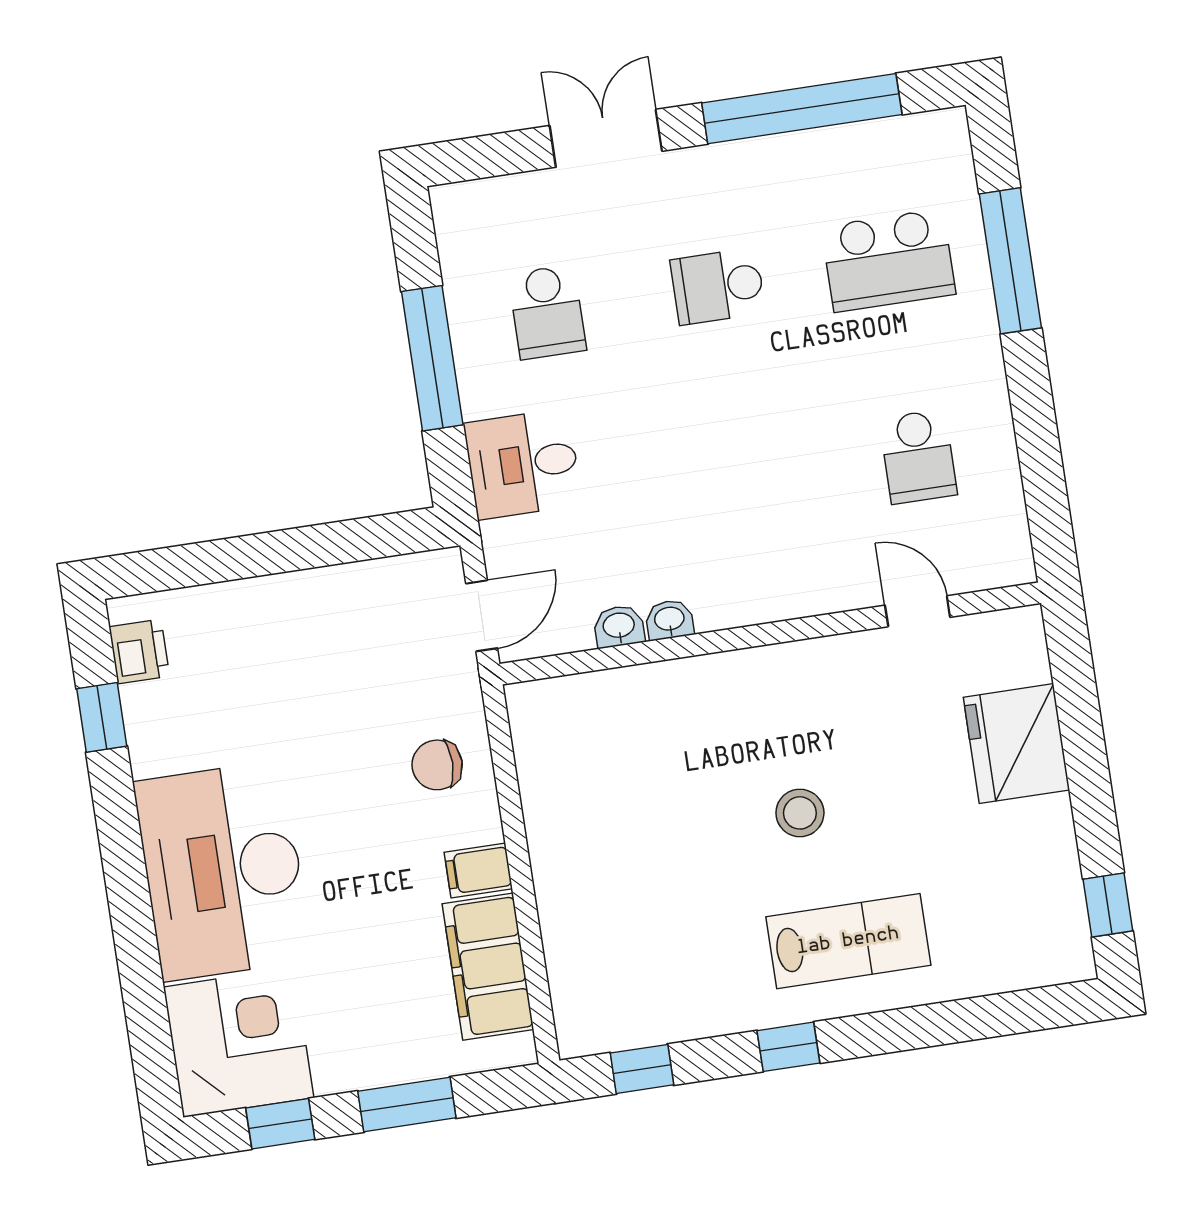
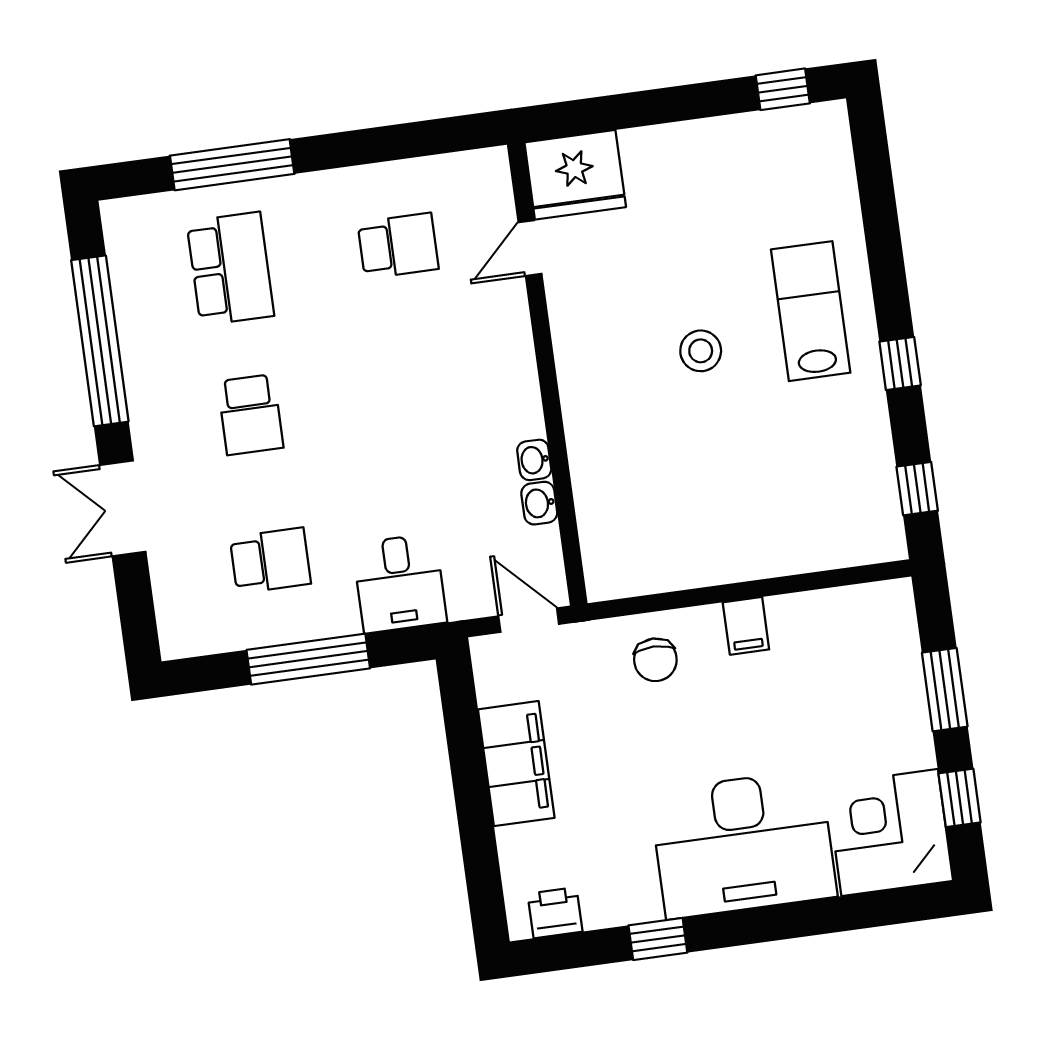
window: (102, 717) -> (658, 939), moved
fridge: (1016, 744) -> (575, 175), moved
filing cabinet: (488, 967) -> (516, 764), moved, turned -90

